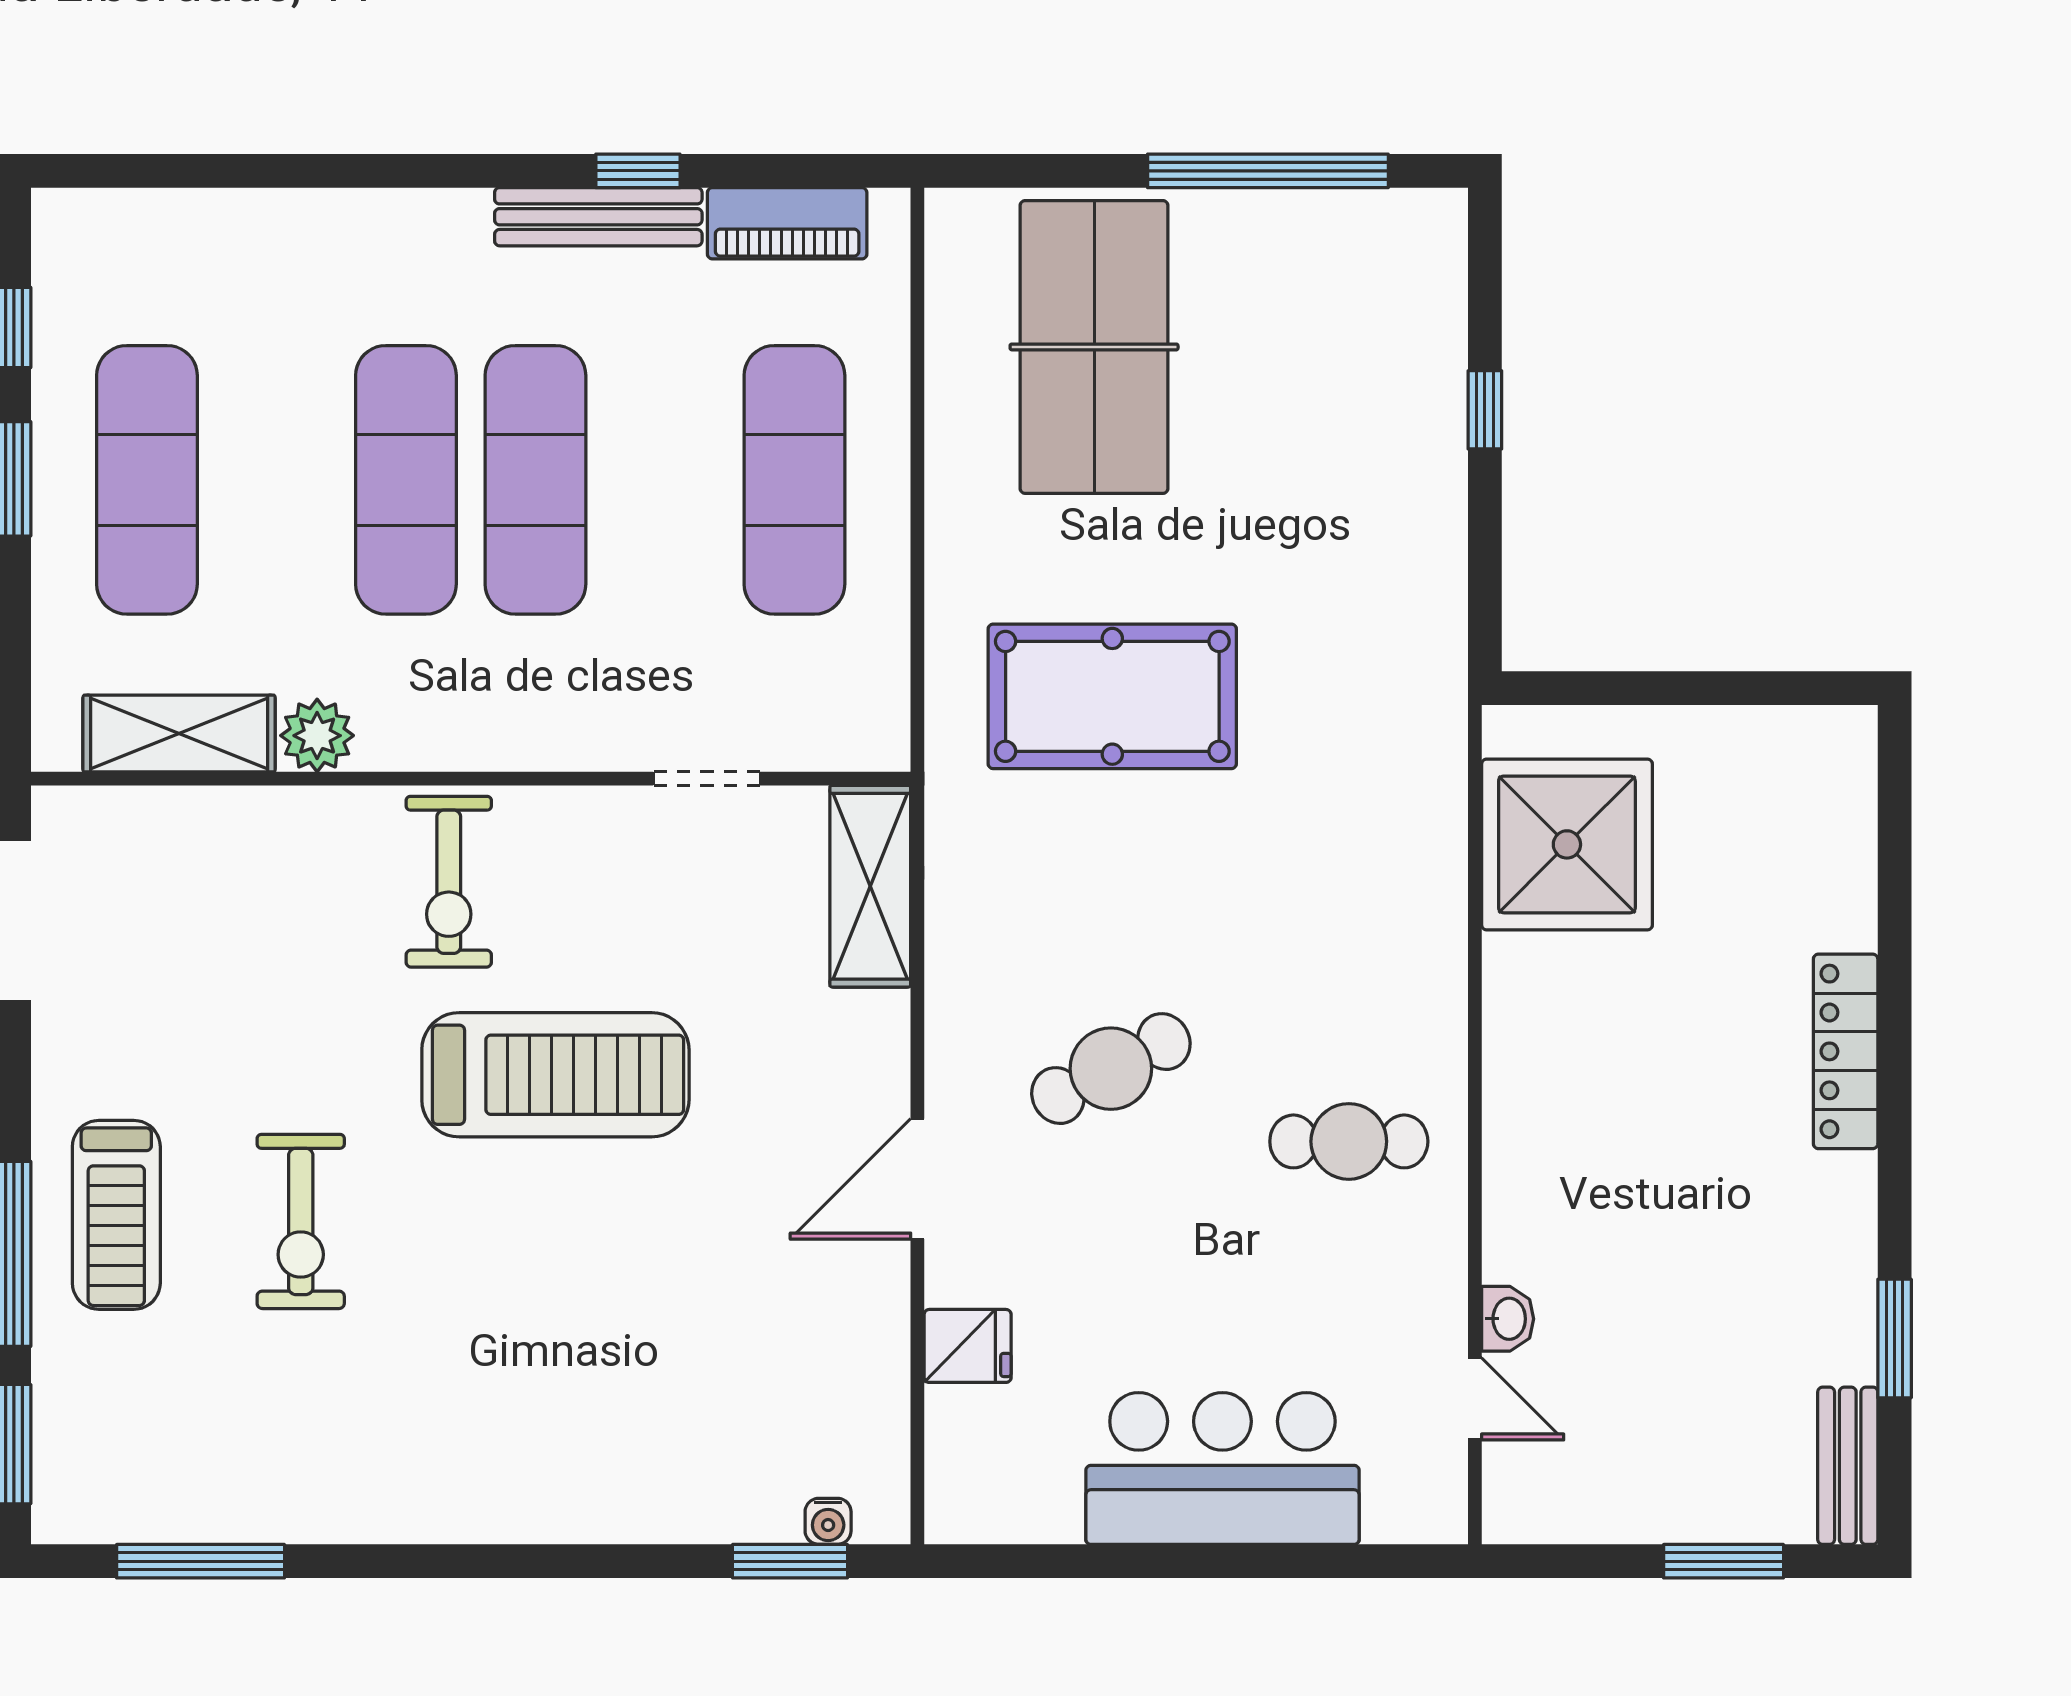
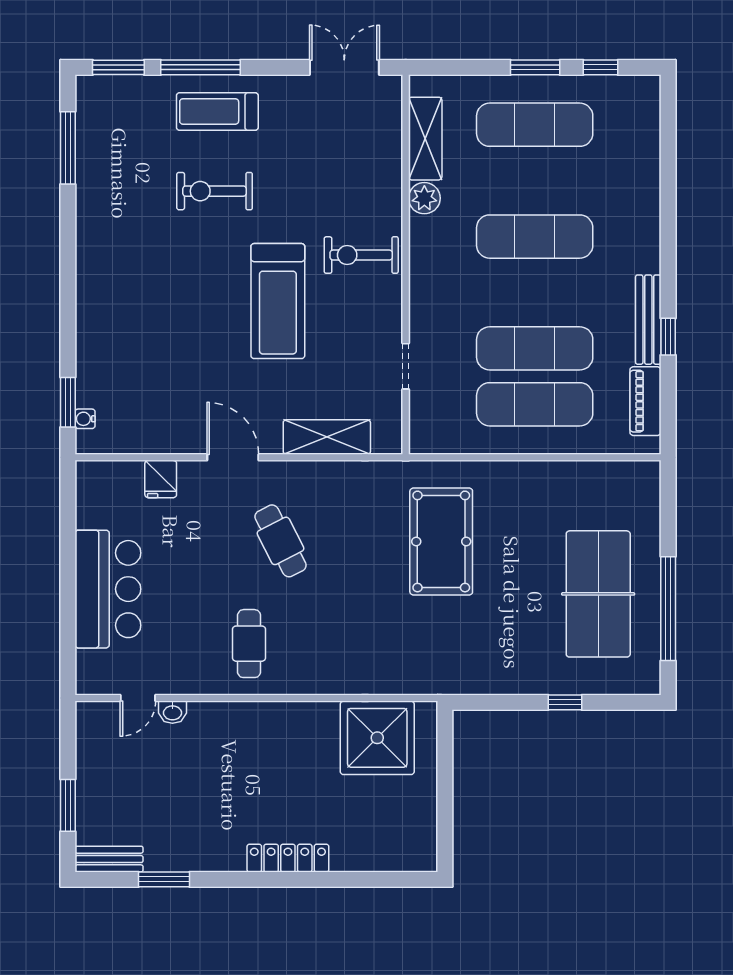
table tennis table: (1094, 347) -> (598, 594), moved, turned 90
exercise mat: (535, 480) -> (535, 348), moved
shelving: (870, 886) -> (327, 437), moved

